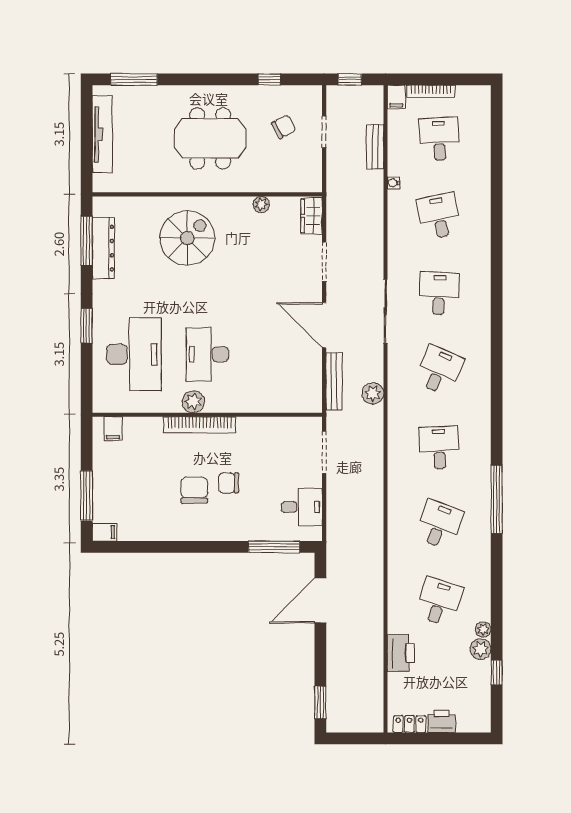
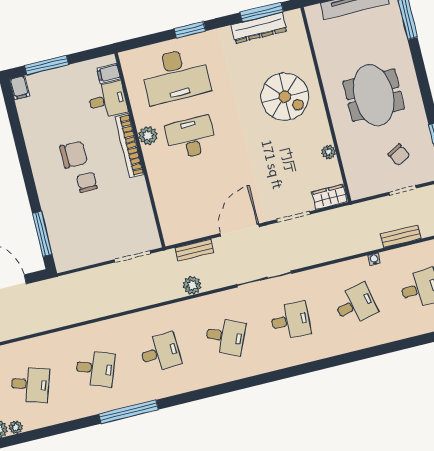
bench: (334, 381) -> (194, 250), width x0.73
desk: (302, 507) -> (108, 100), moved, turned -90

